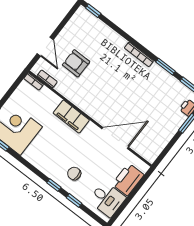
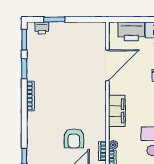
plant: (45, 92) -> (113, 145), added
door: (115, 138) -> (107, 65), swing flipped

